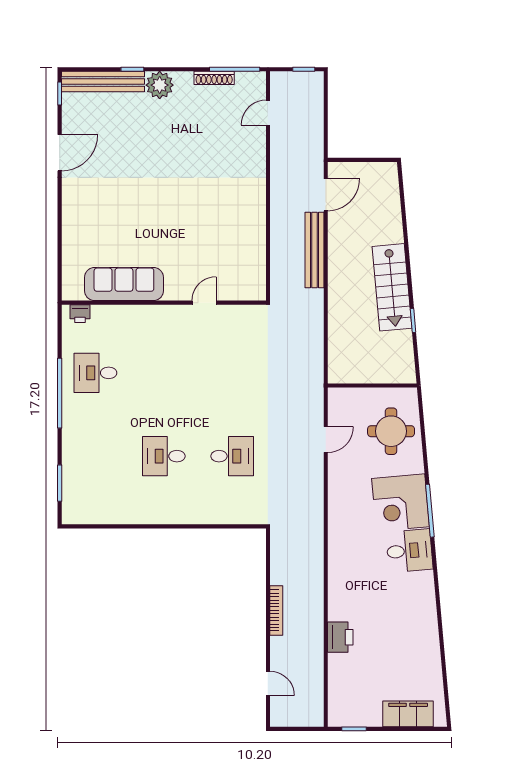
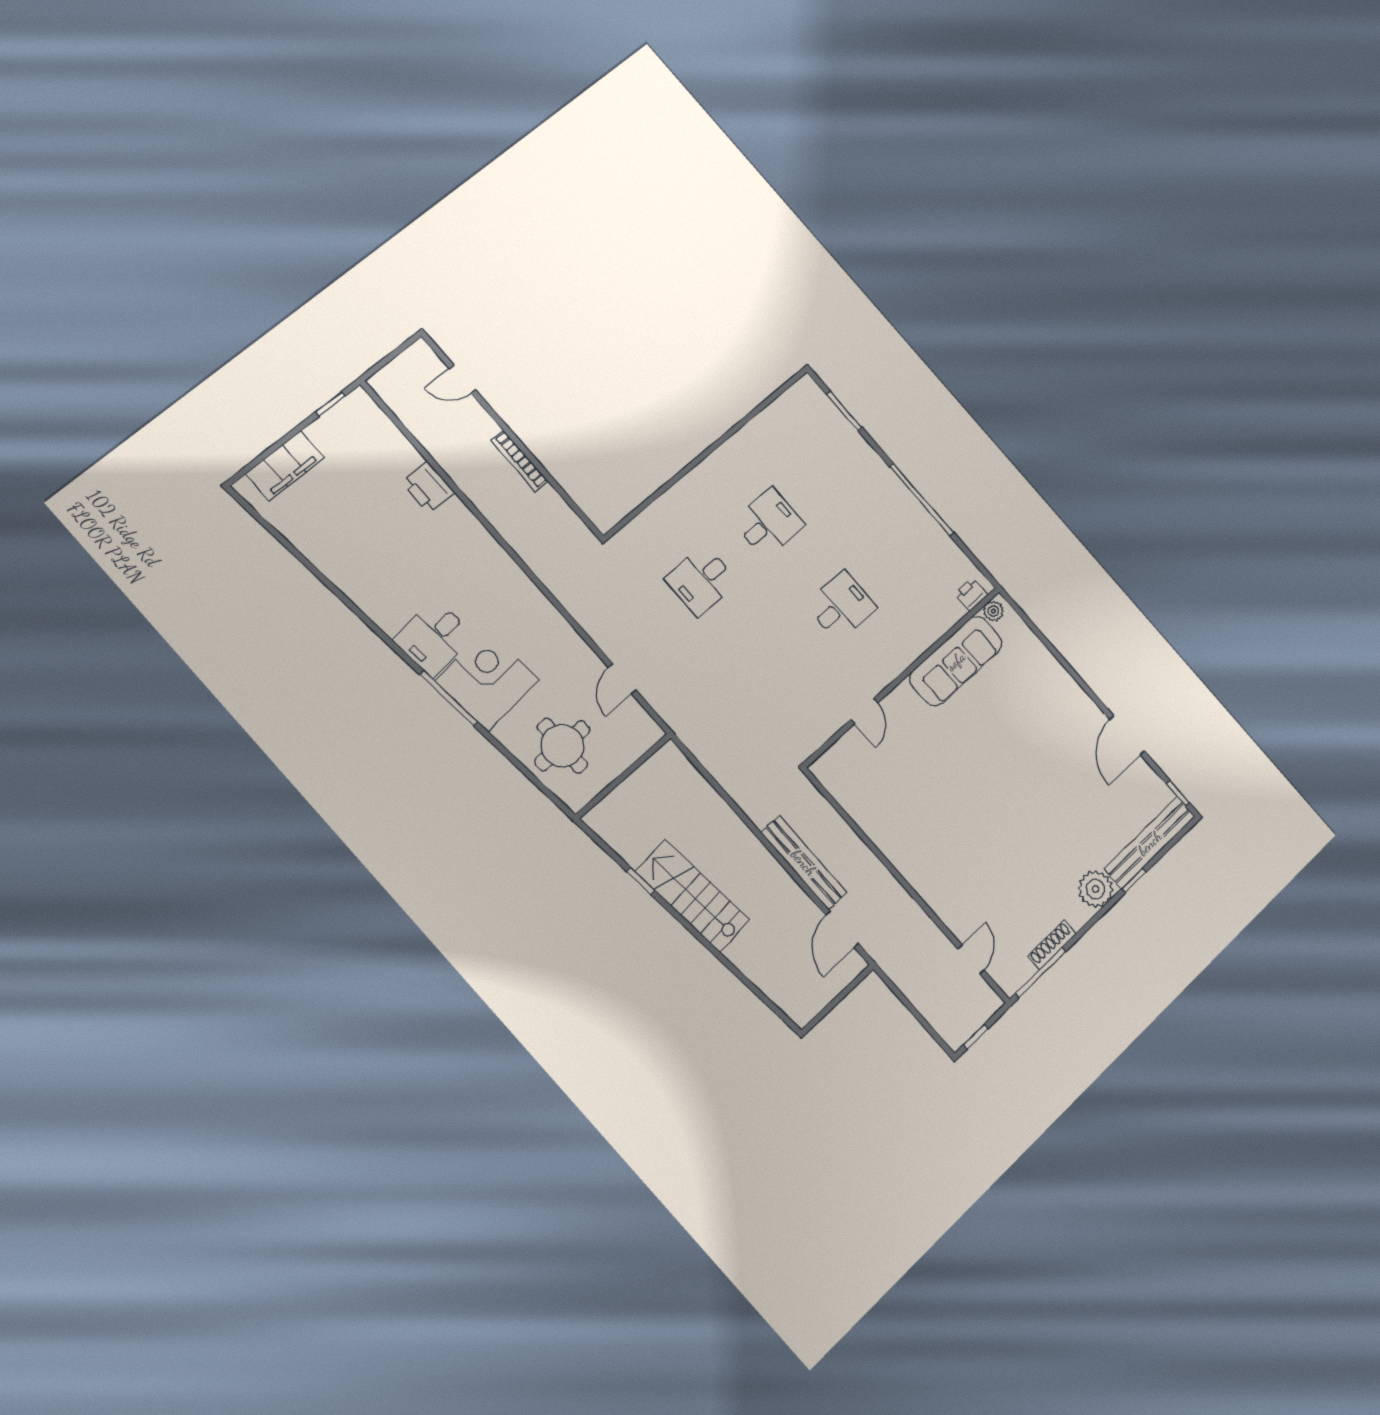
plant: (75, 293) -> (993, 611), added
desk: (95, 373) -> (841, 606), moved

